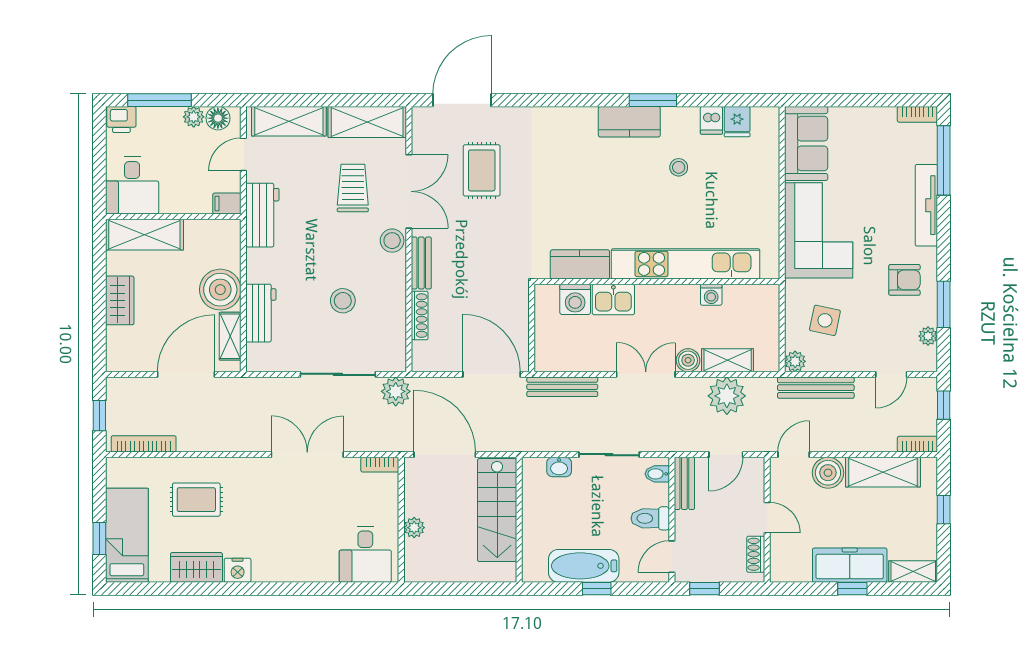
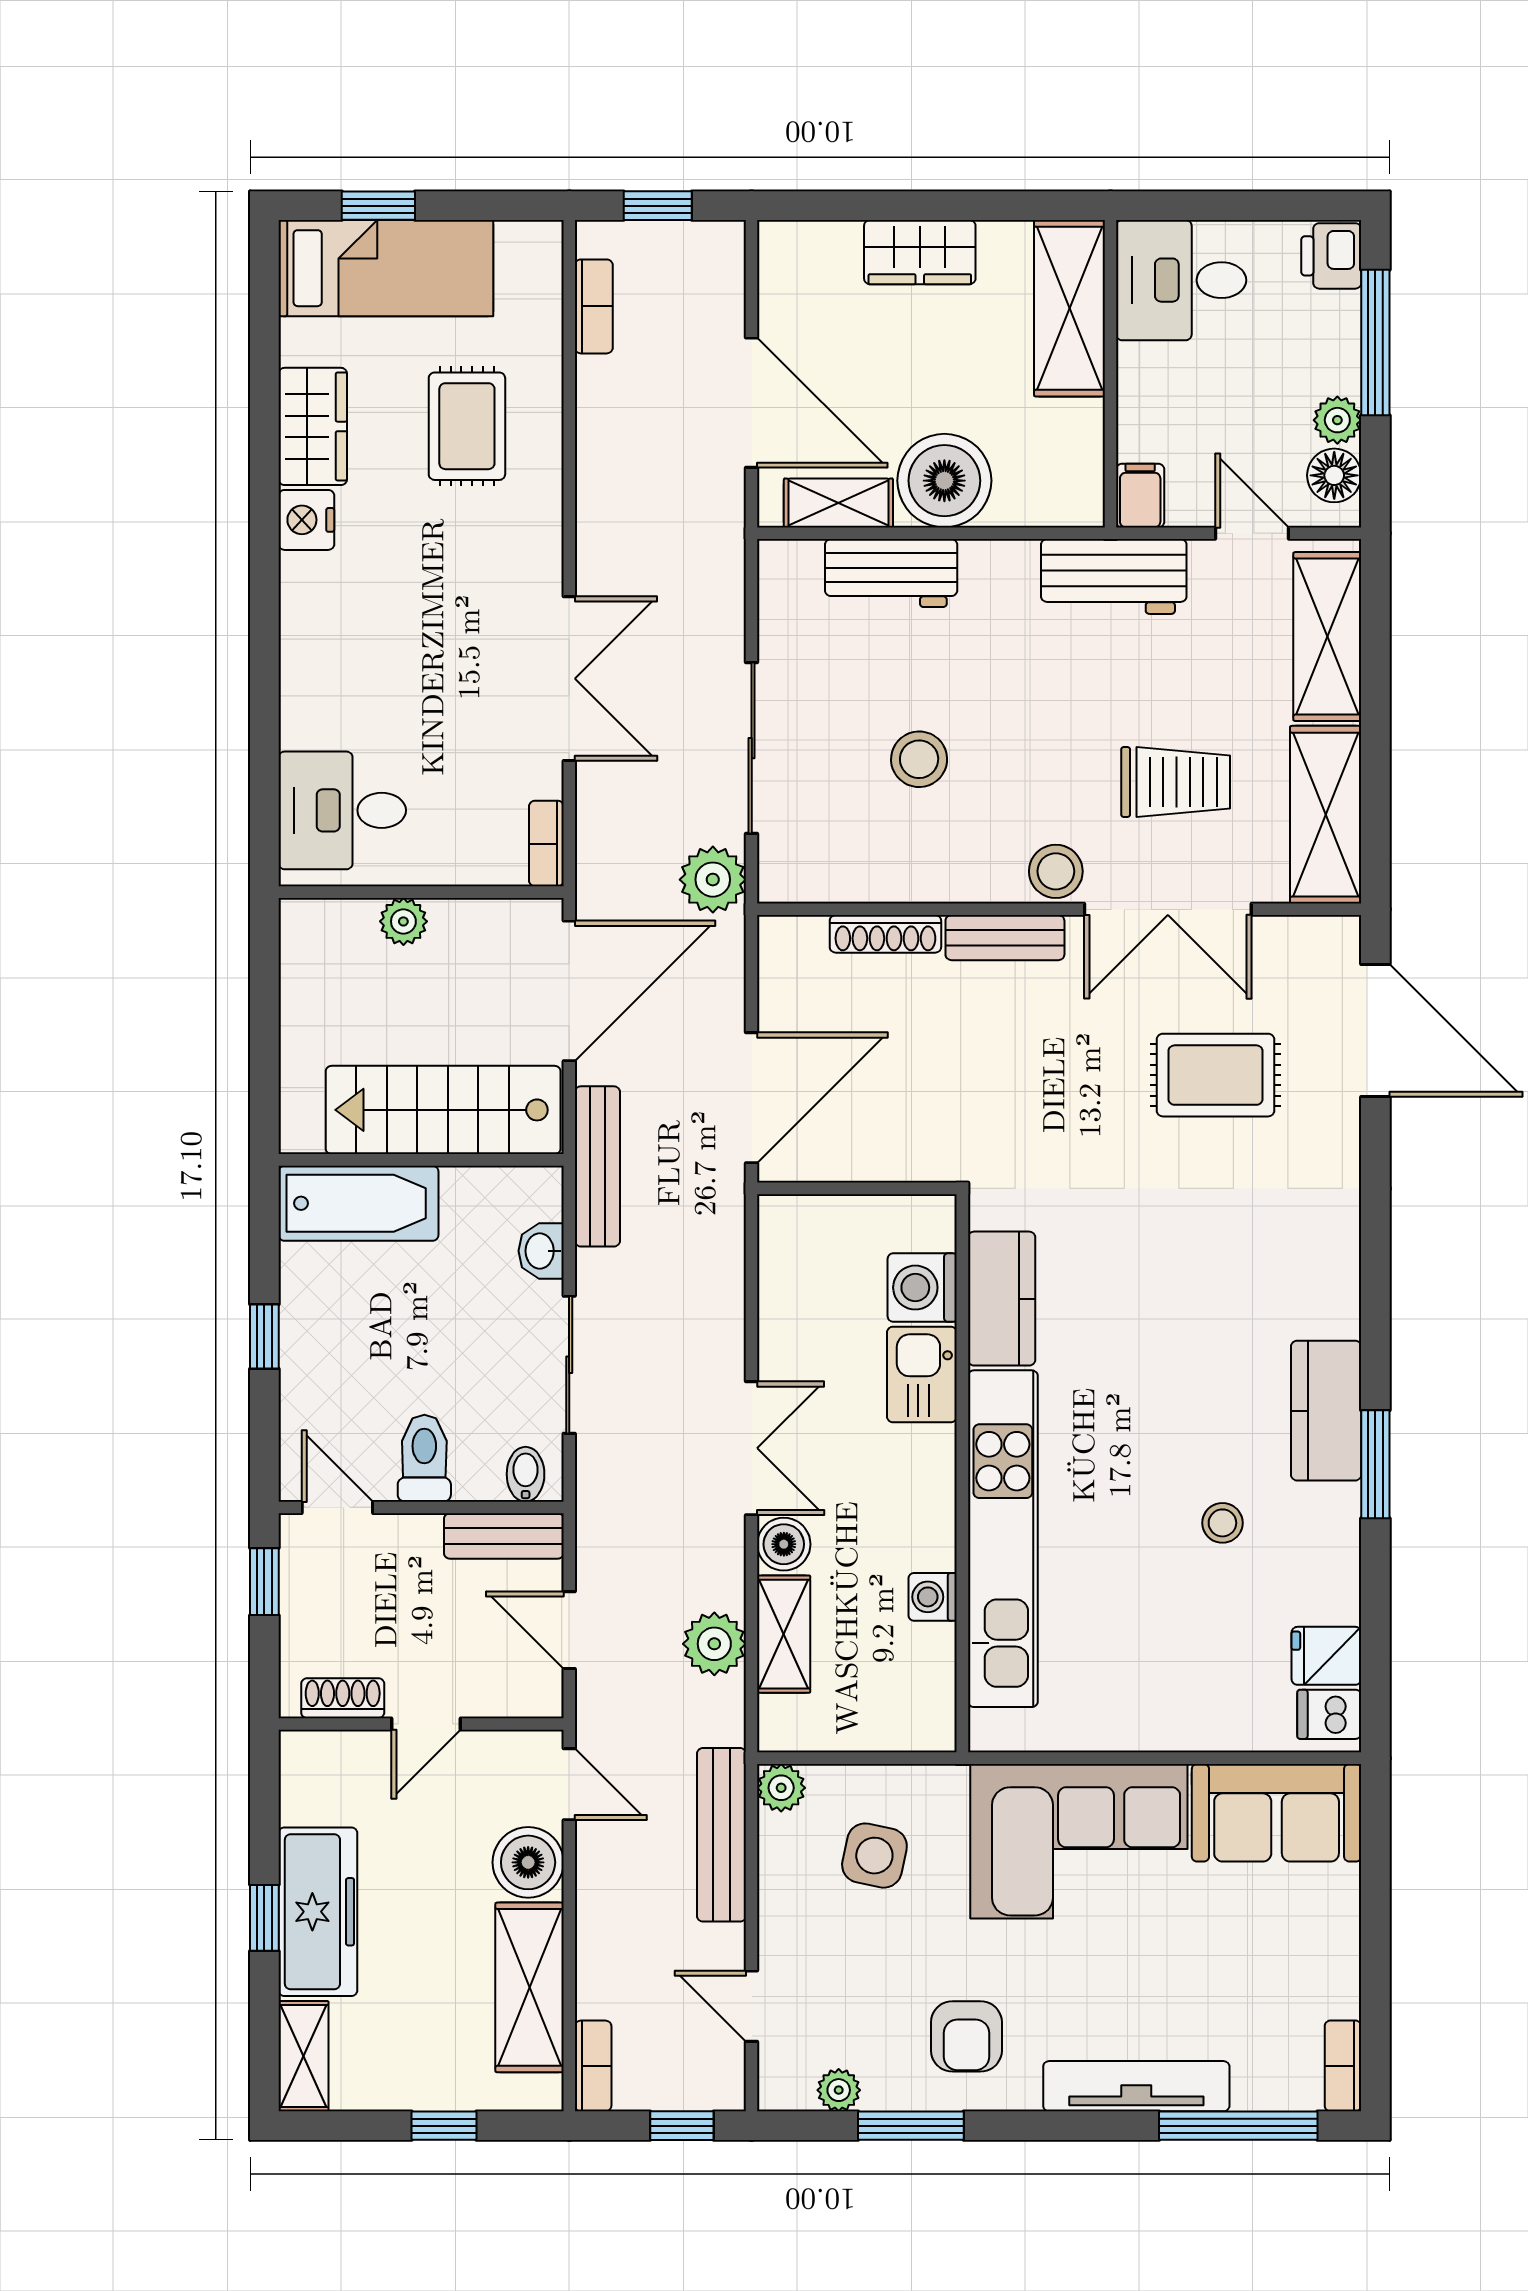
dishwasher: (711, 120) -> (1329, 1714), moved
bench: (562, 387) -> (597, 1166), moved
plant: (727, 396) -> (714, 1644), width x0.73, depth x0.73
bookcase: (144, 444) -> (594, 306), width x0.64
bathtub: (584, 566) -> (358, 1203), moved, turned 90

